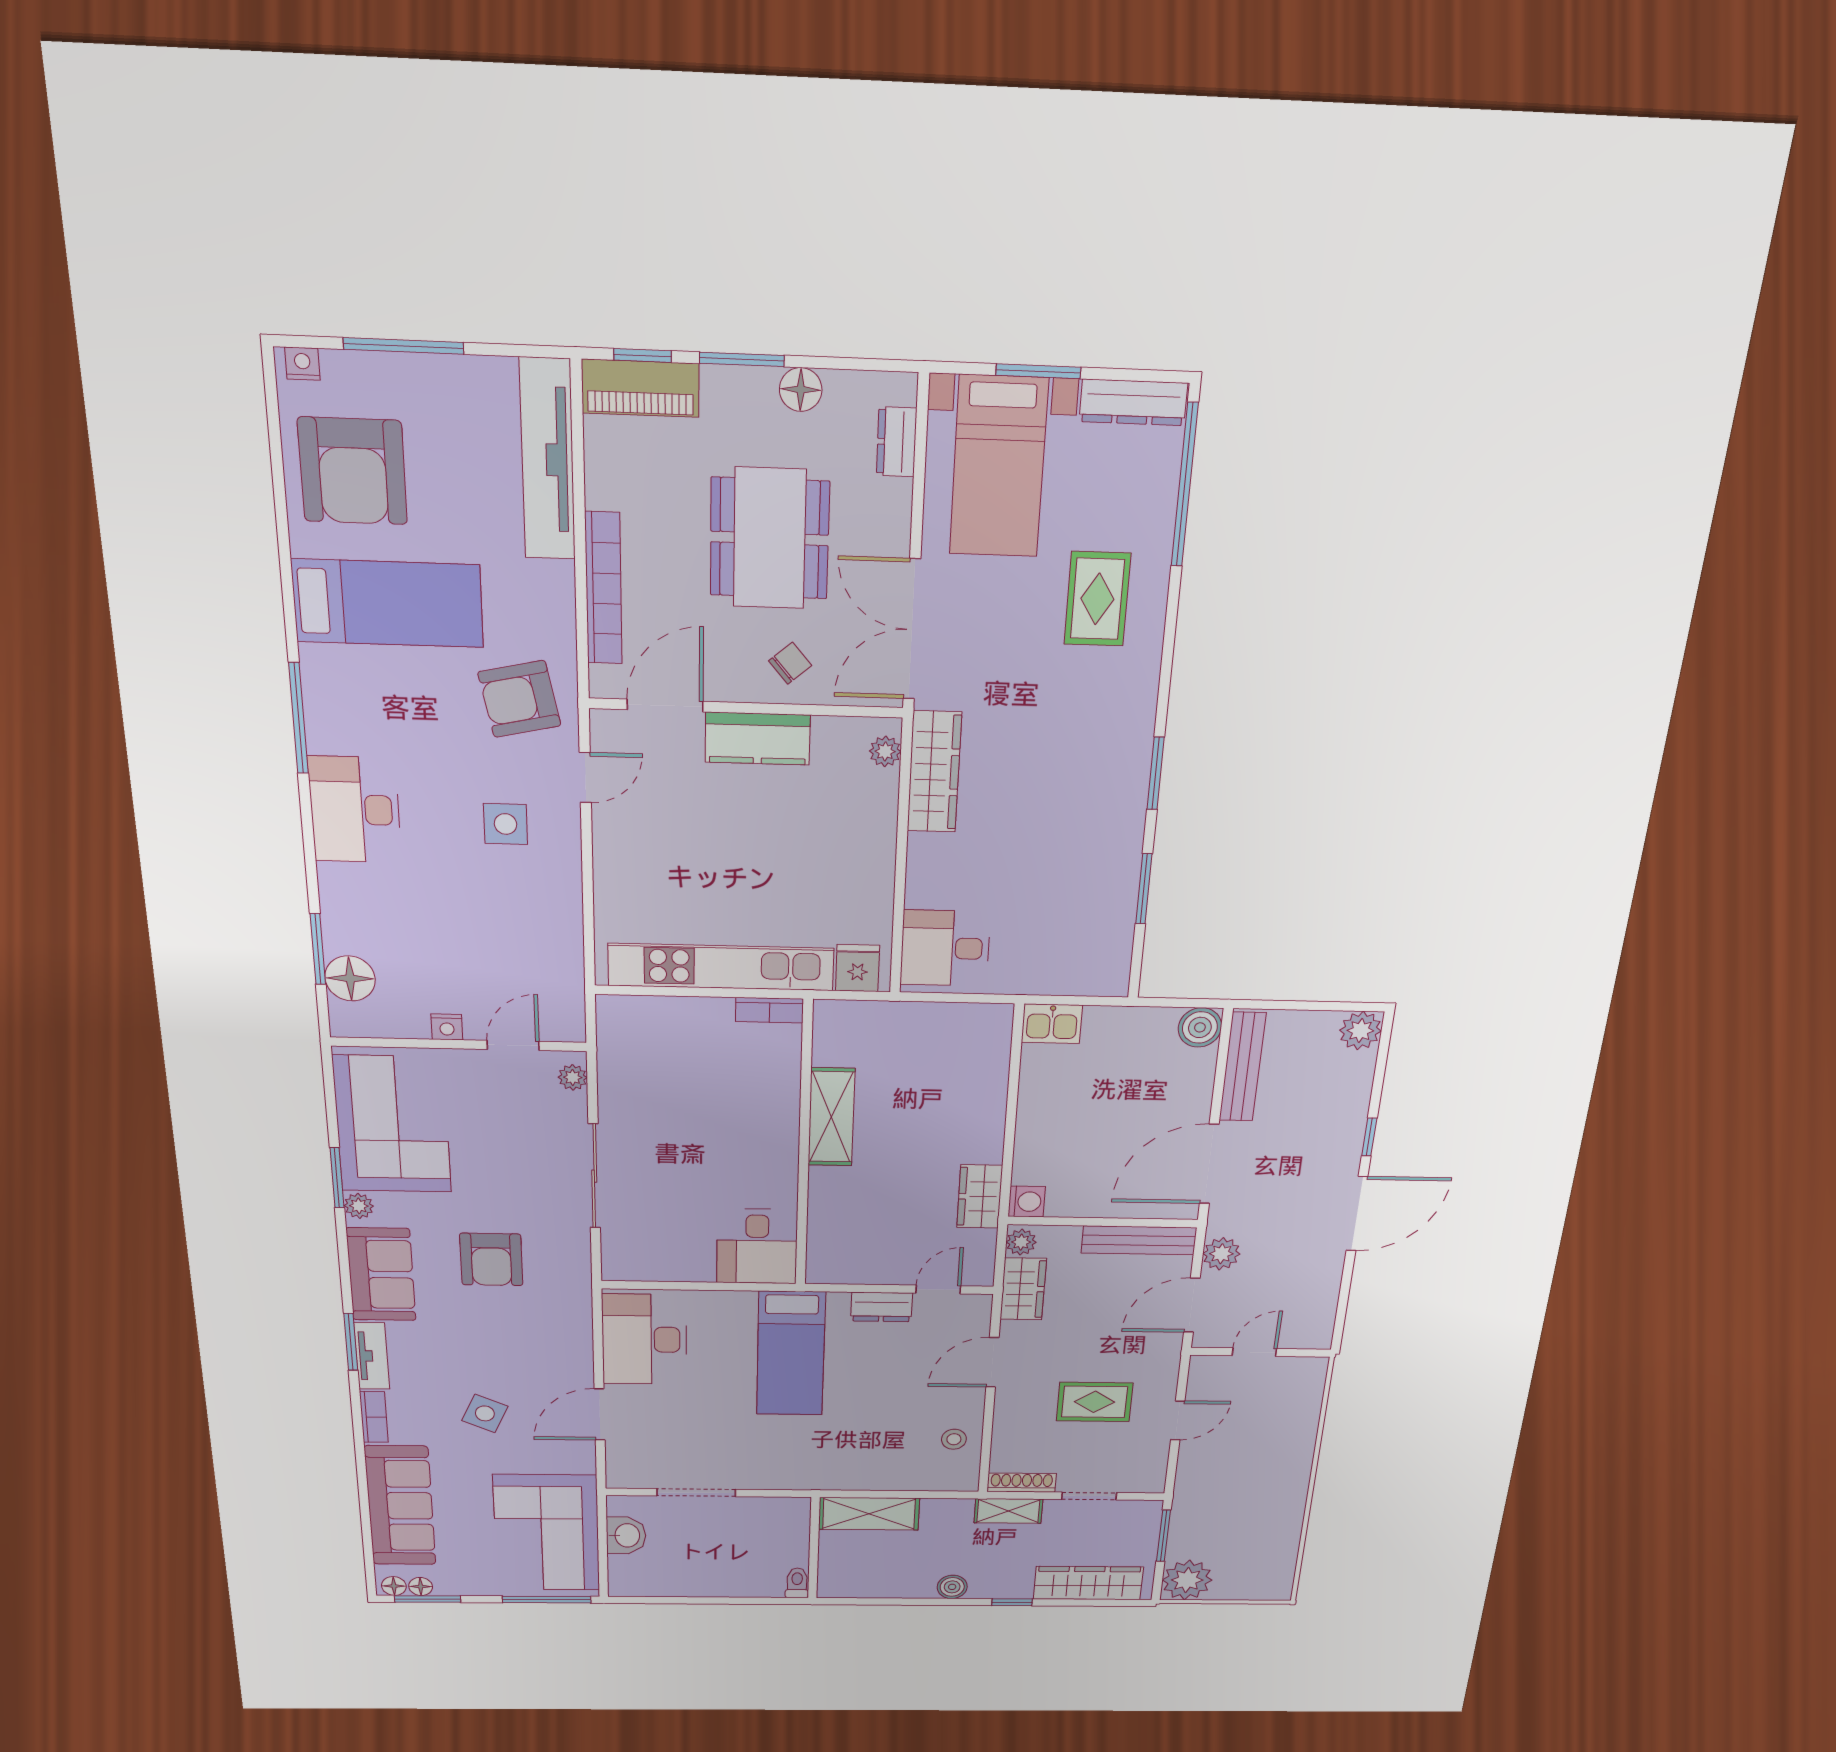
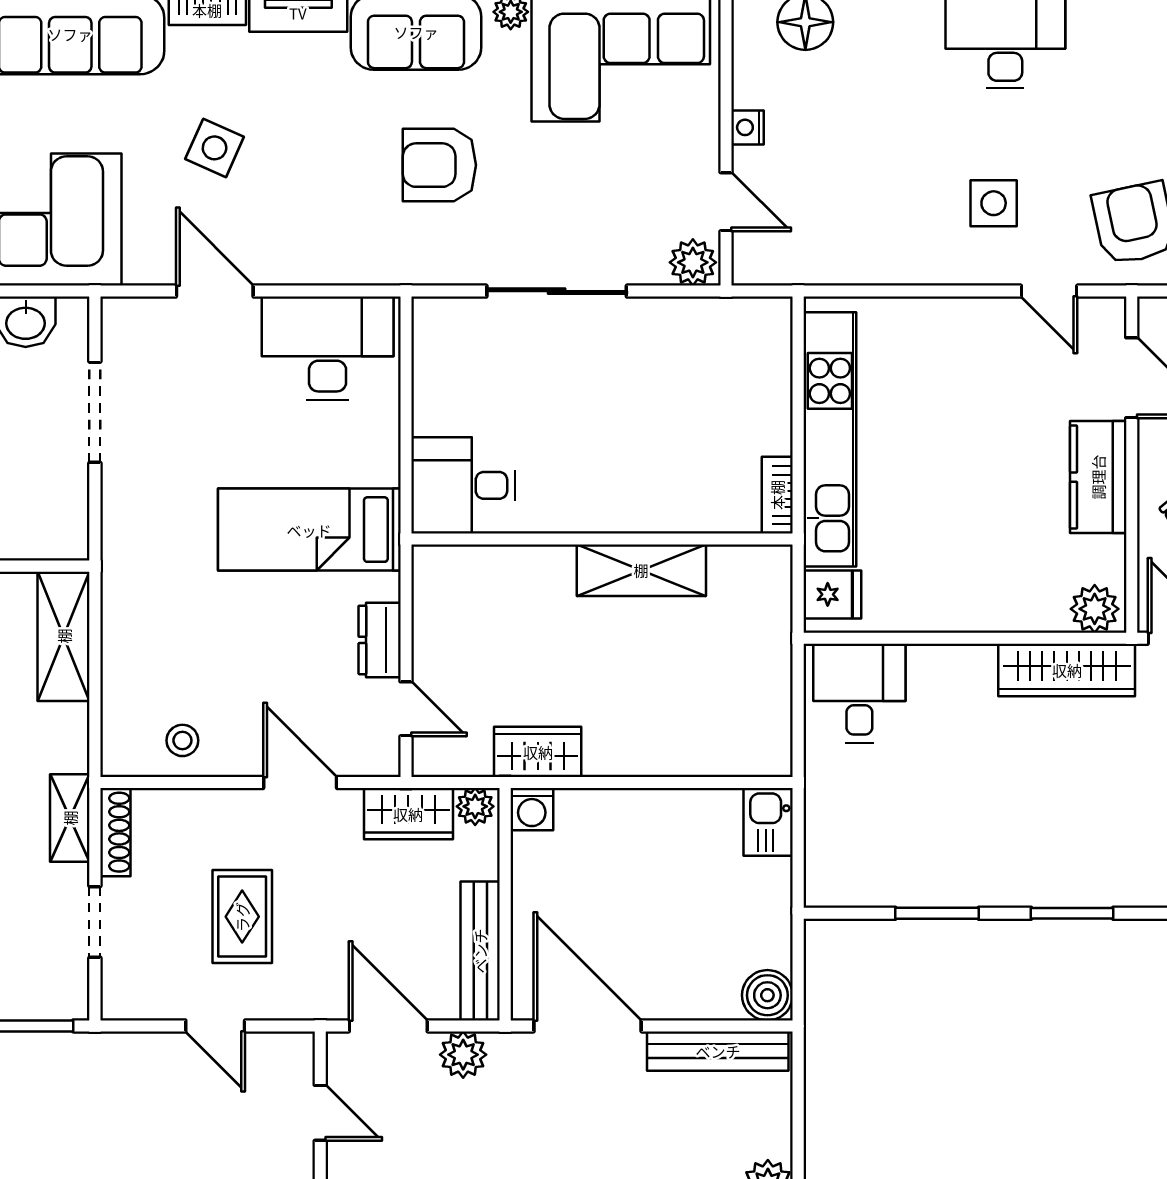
plant: (885, 751) -> (1095, 609), width x1.38, depth x1.38
plant: (573, 1077) -> (693, 262), width x1.38, depth x1.38

